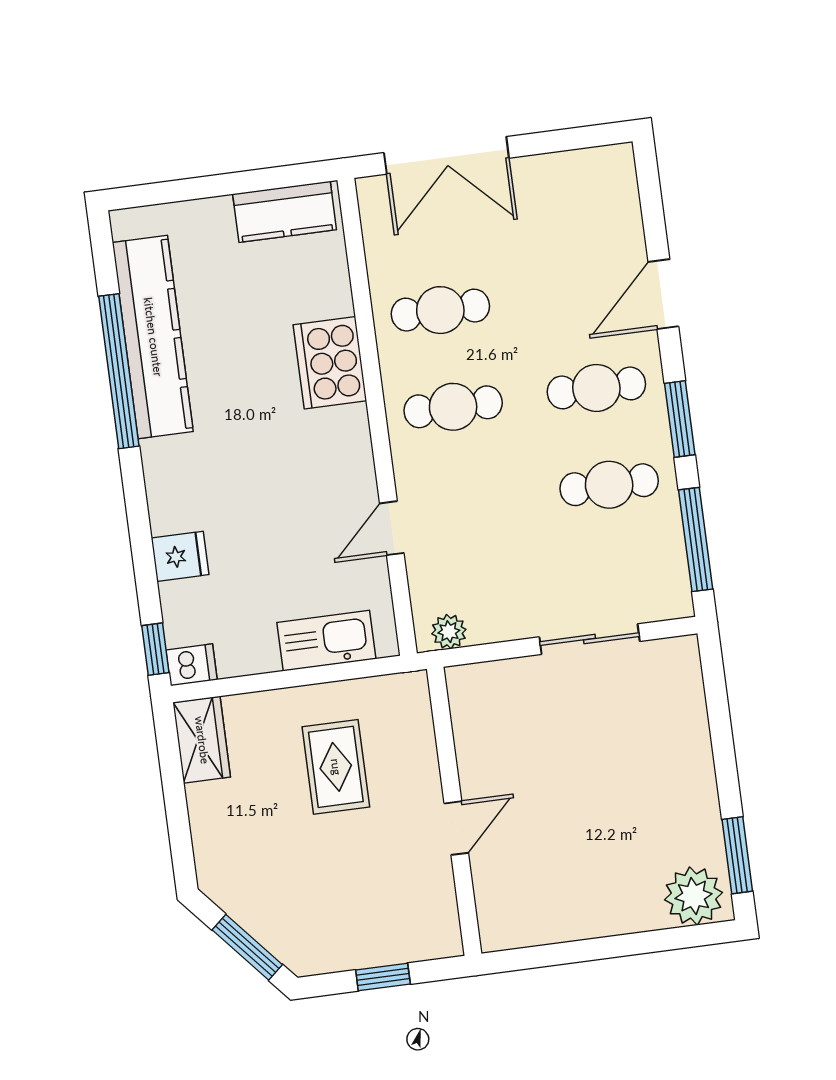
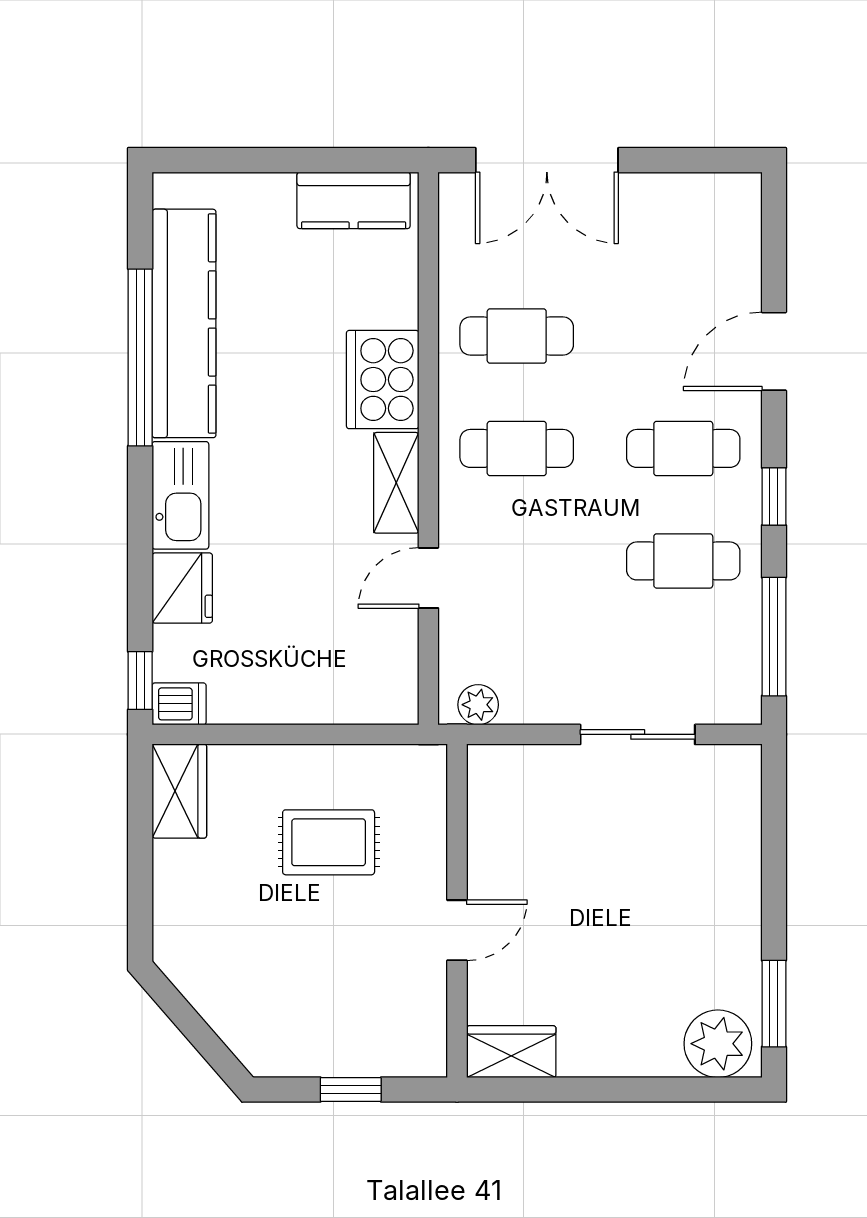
window: (680, 419) -> (774, 497), width x0.67
shelving: (353, 450) -> (396, 483), added
fridge: (180, 556) -> (182, 588), width x1.38
kitchen sink: (326, 641) -> (180, 495), moved, turned 90
rug: (336, 767) -> (329, 842), turned 90
wardrobe: (517, 926) -> (511, 1052), added
window: (247, 947) -> (200, 1035), removed

